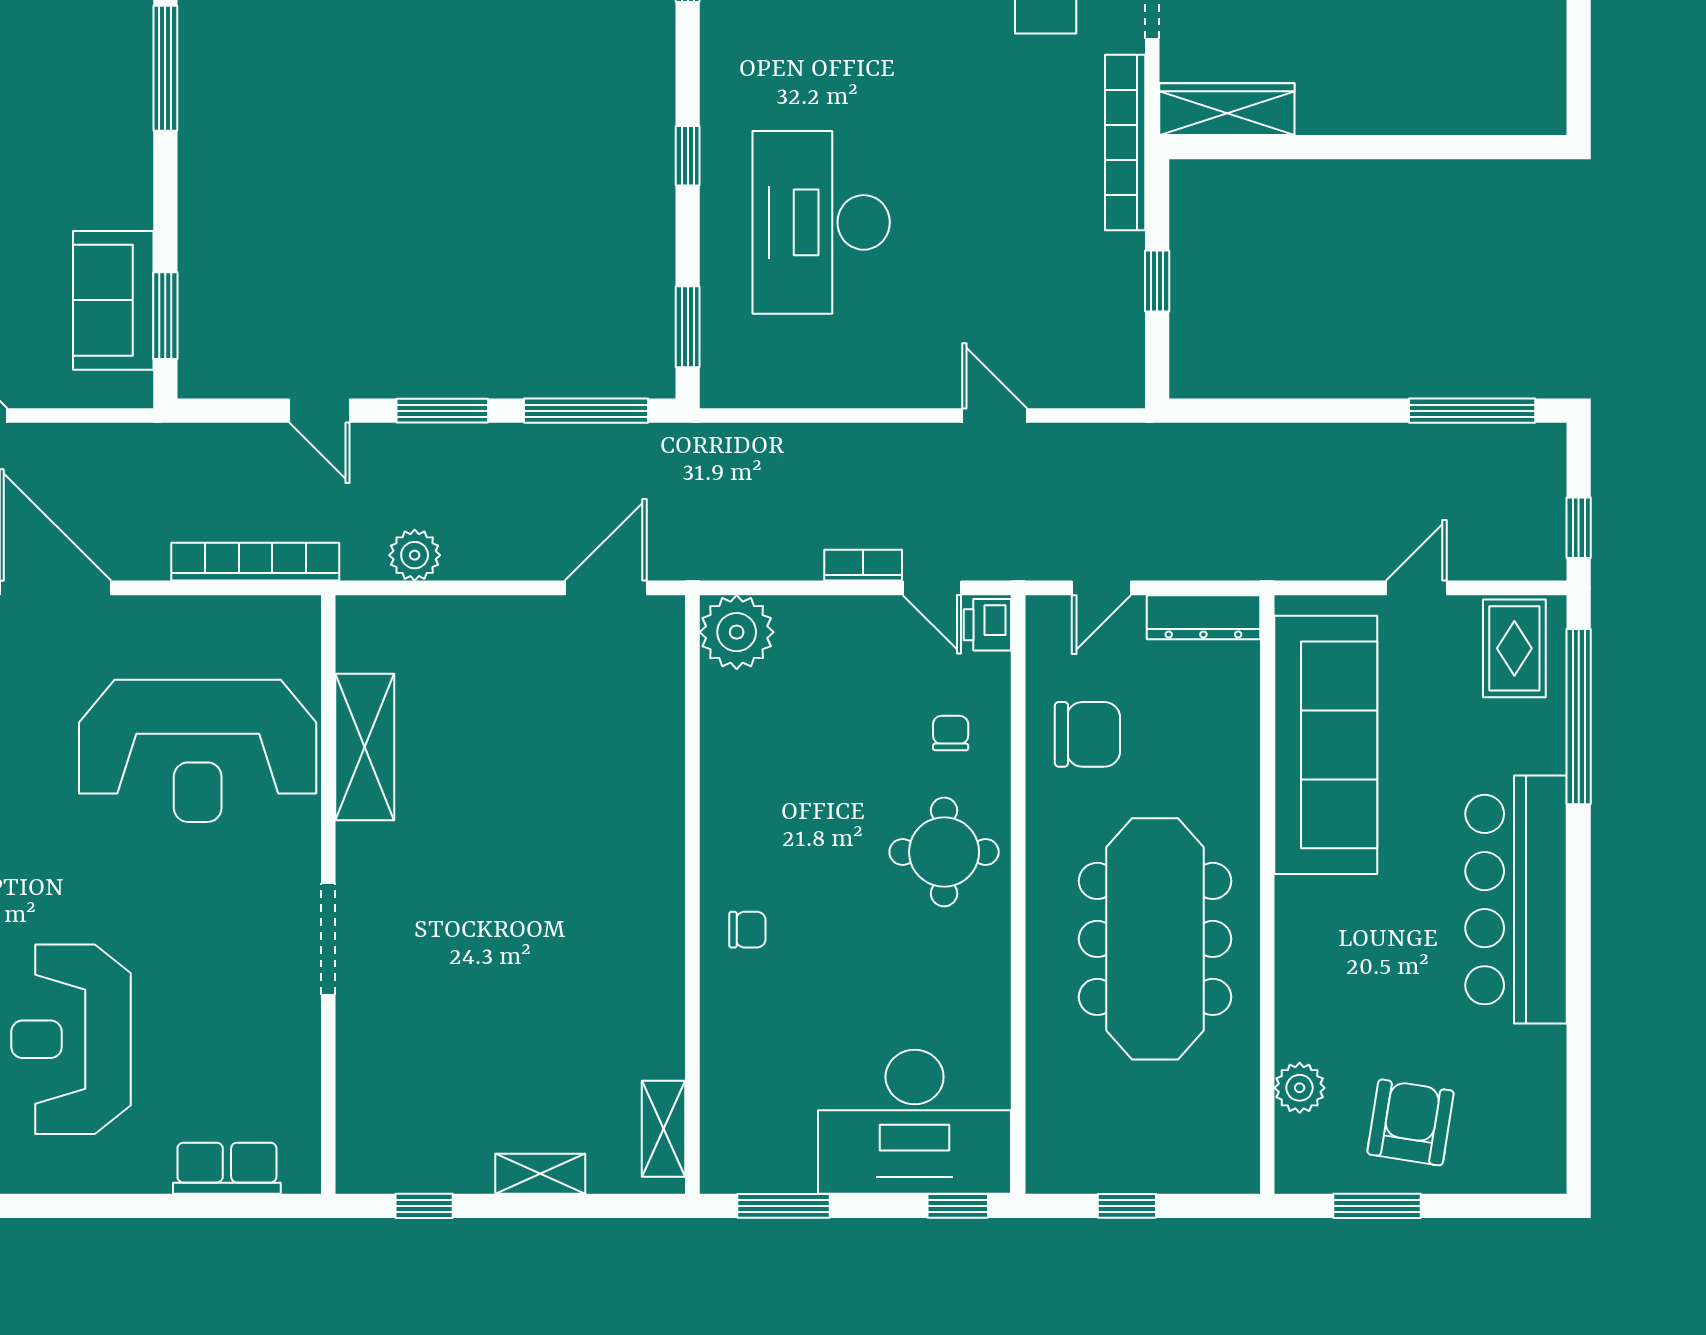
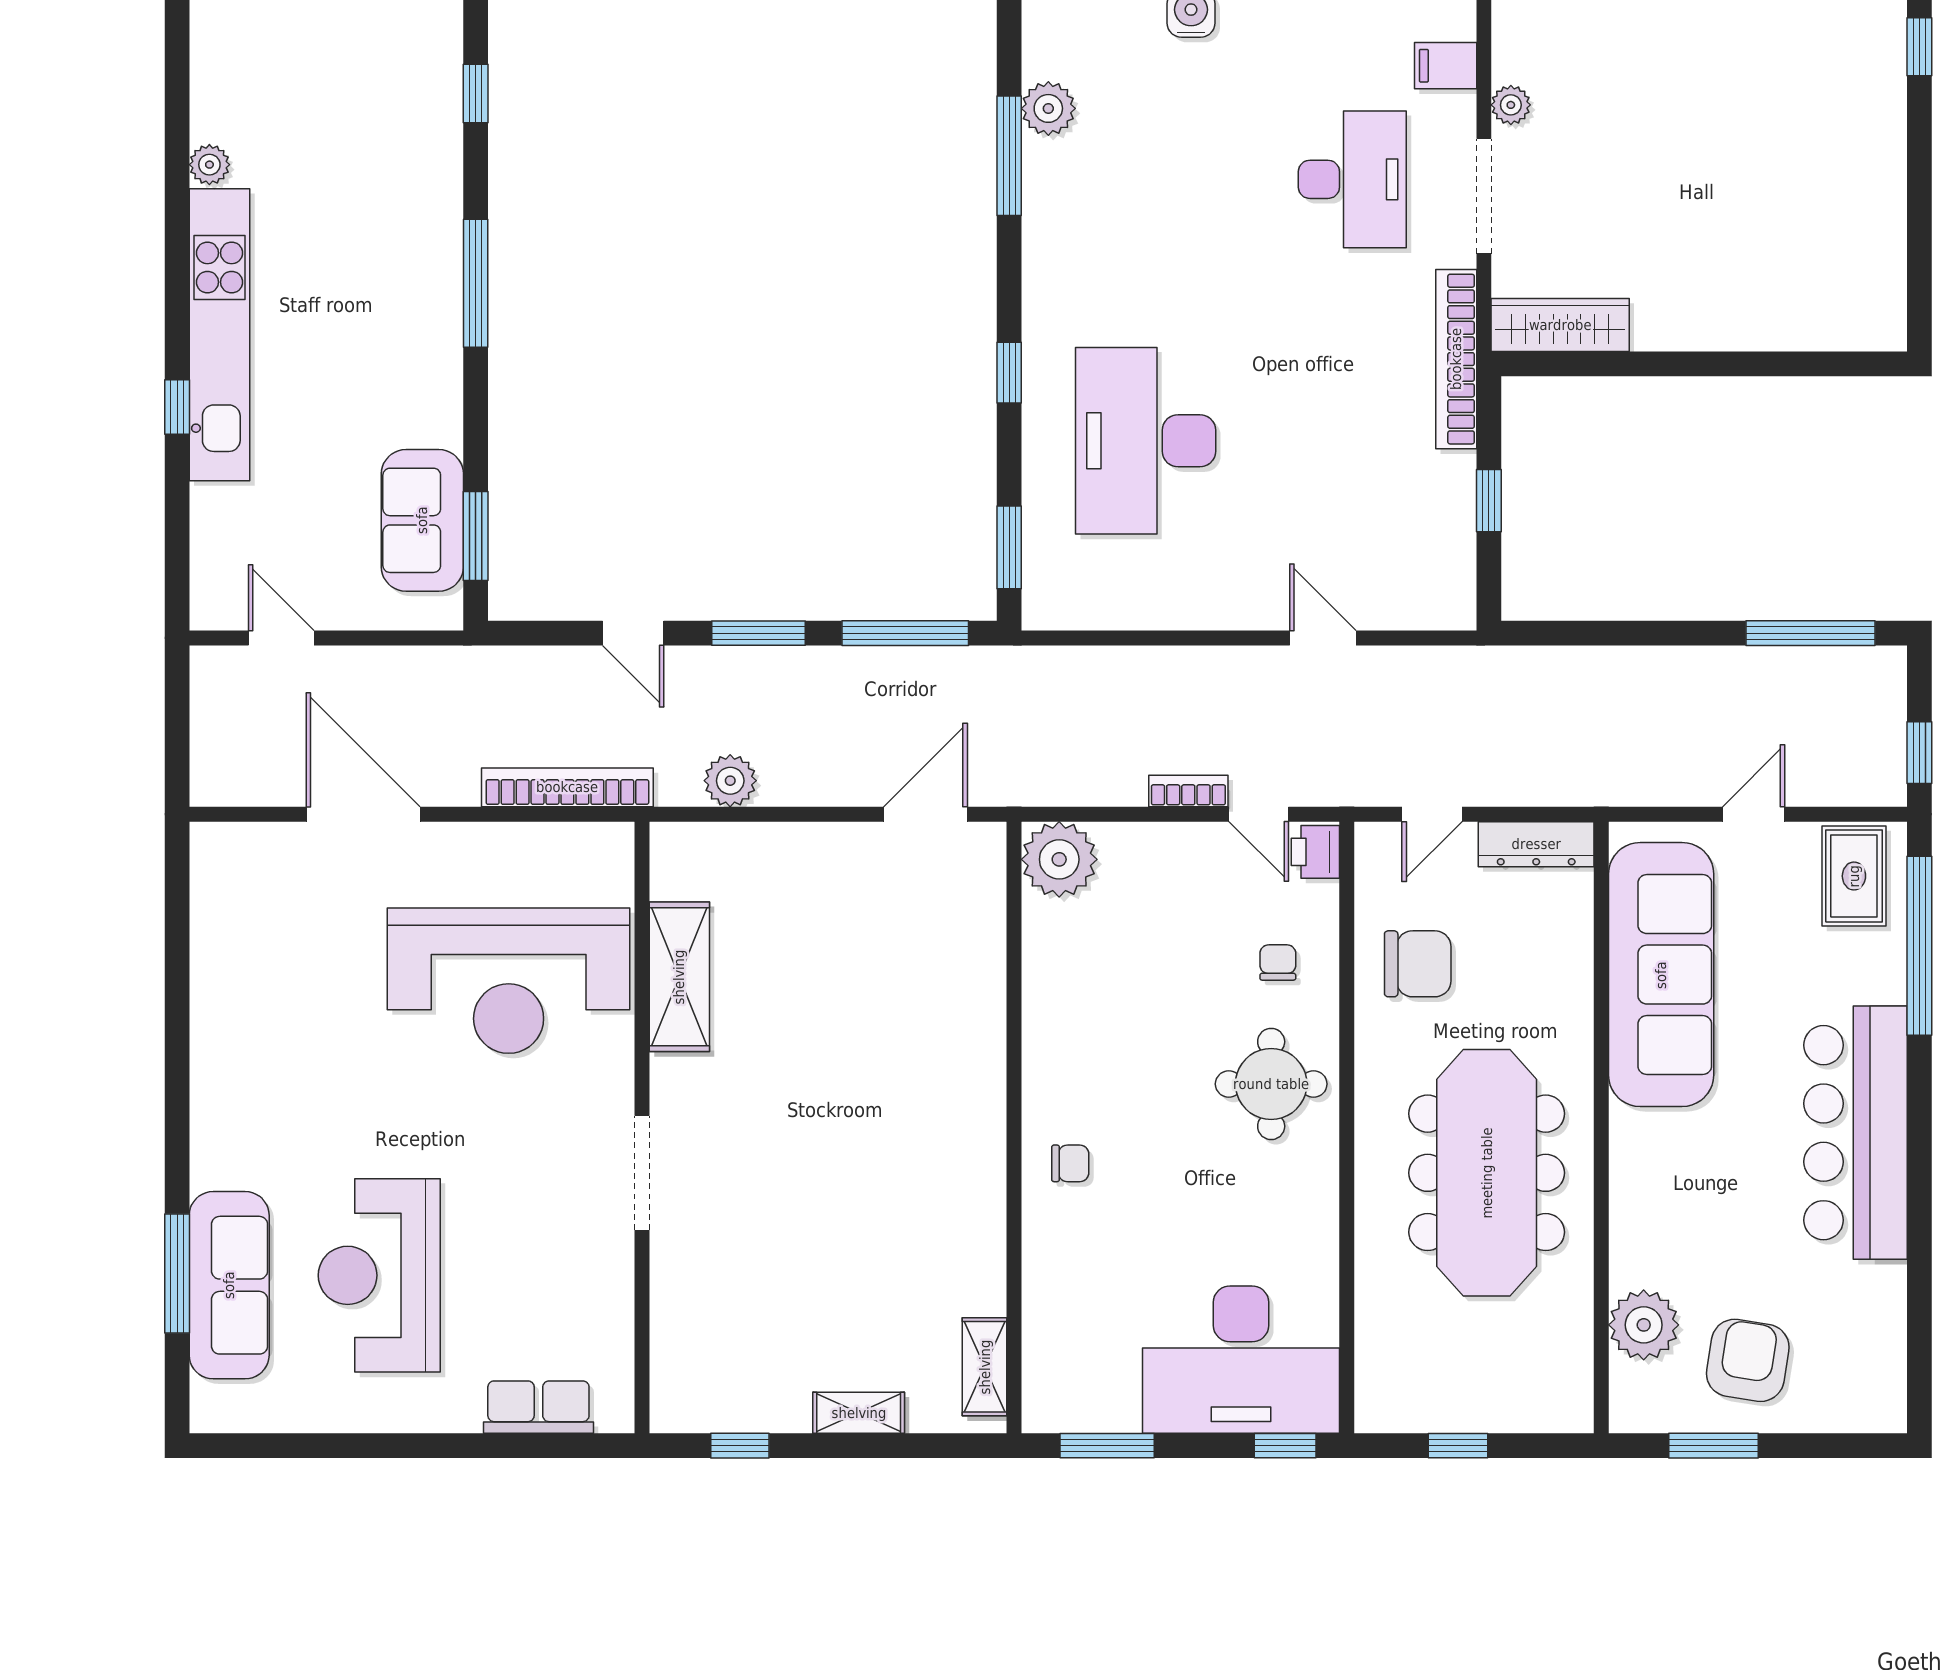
plant: (1300, 1088) -> (1644, 1325), width x1.36, depth x1.36

